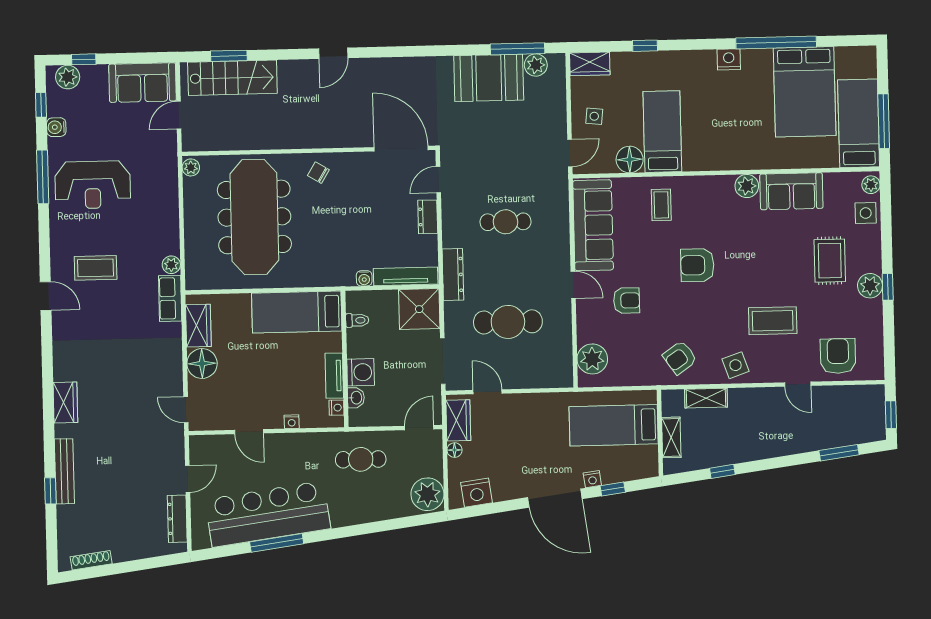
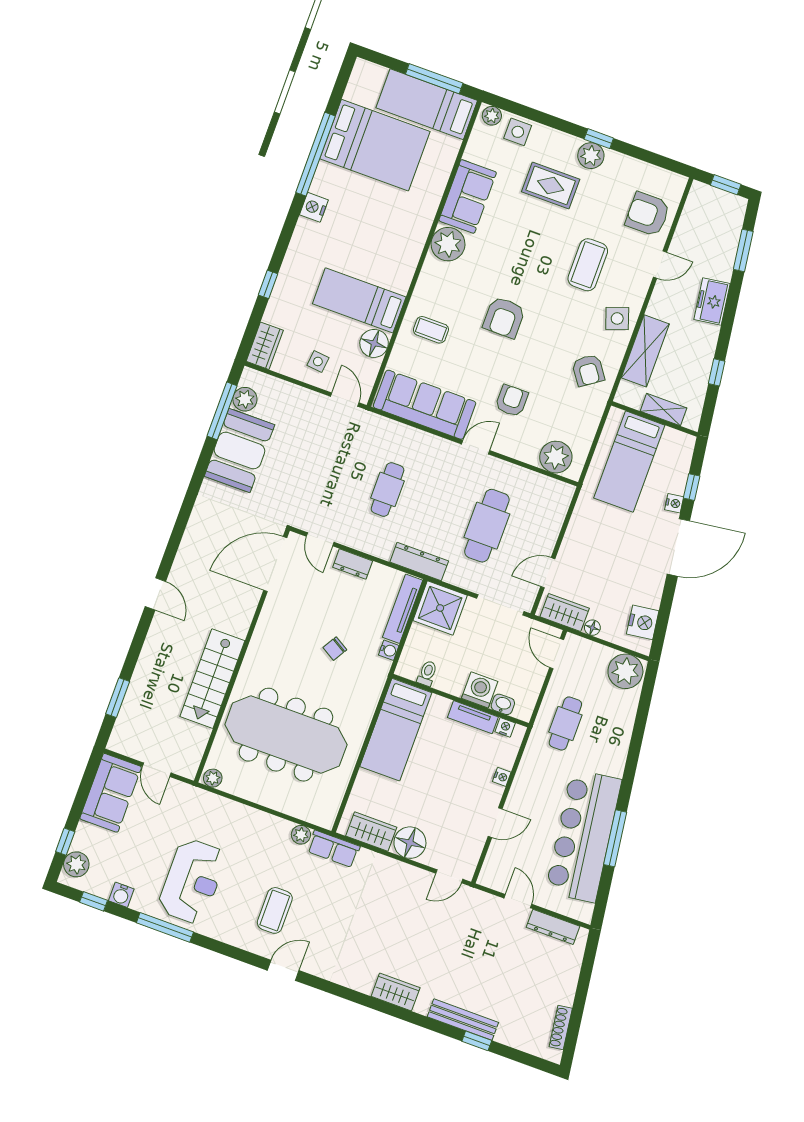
stairs: (232, 78) -> (212, 679), moved, turned 180
chair: (318, 173) -> (335, 649), moved
plant: (747, 186) -> (448, 244), width x1.36, depth x1.36
shelving: (706, 398) -> (645, 351), width x1.50, depth x1.33
freezer: (783, 443) -> (712, 301), added

